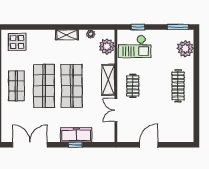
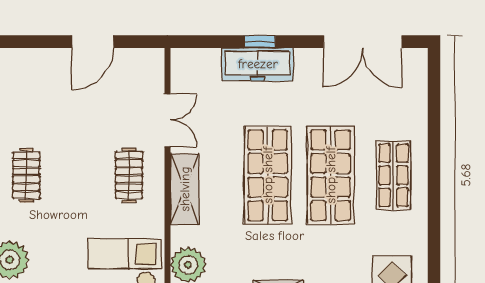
clothes rail: (178, 86) -> (26, 175), width x0.73

